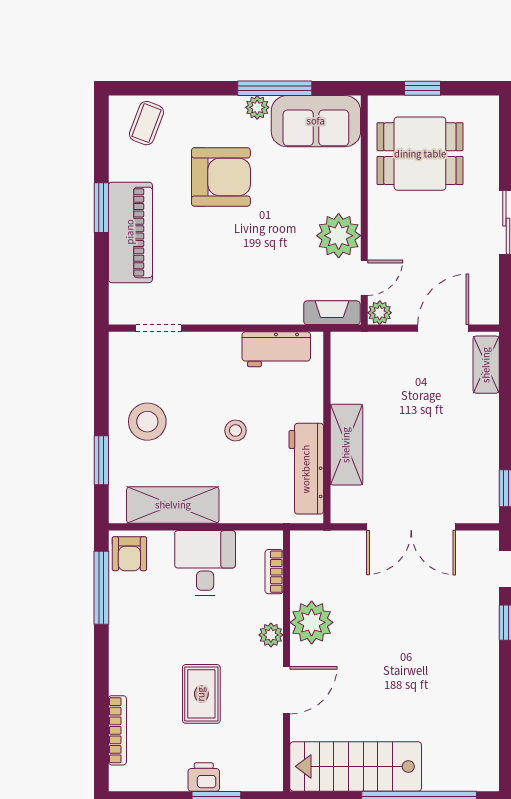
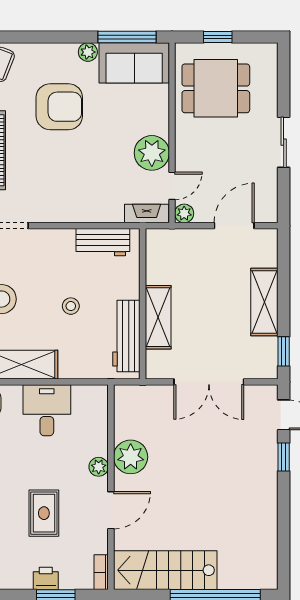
window: (275, 88) -> (127, 37), moved
shelving: (486, 365) -> (264, 302), moved, width x1.50, depth x1.33
bookcase: (274, 572) -> (101, 572), moved

